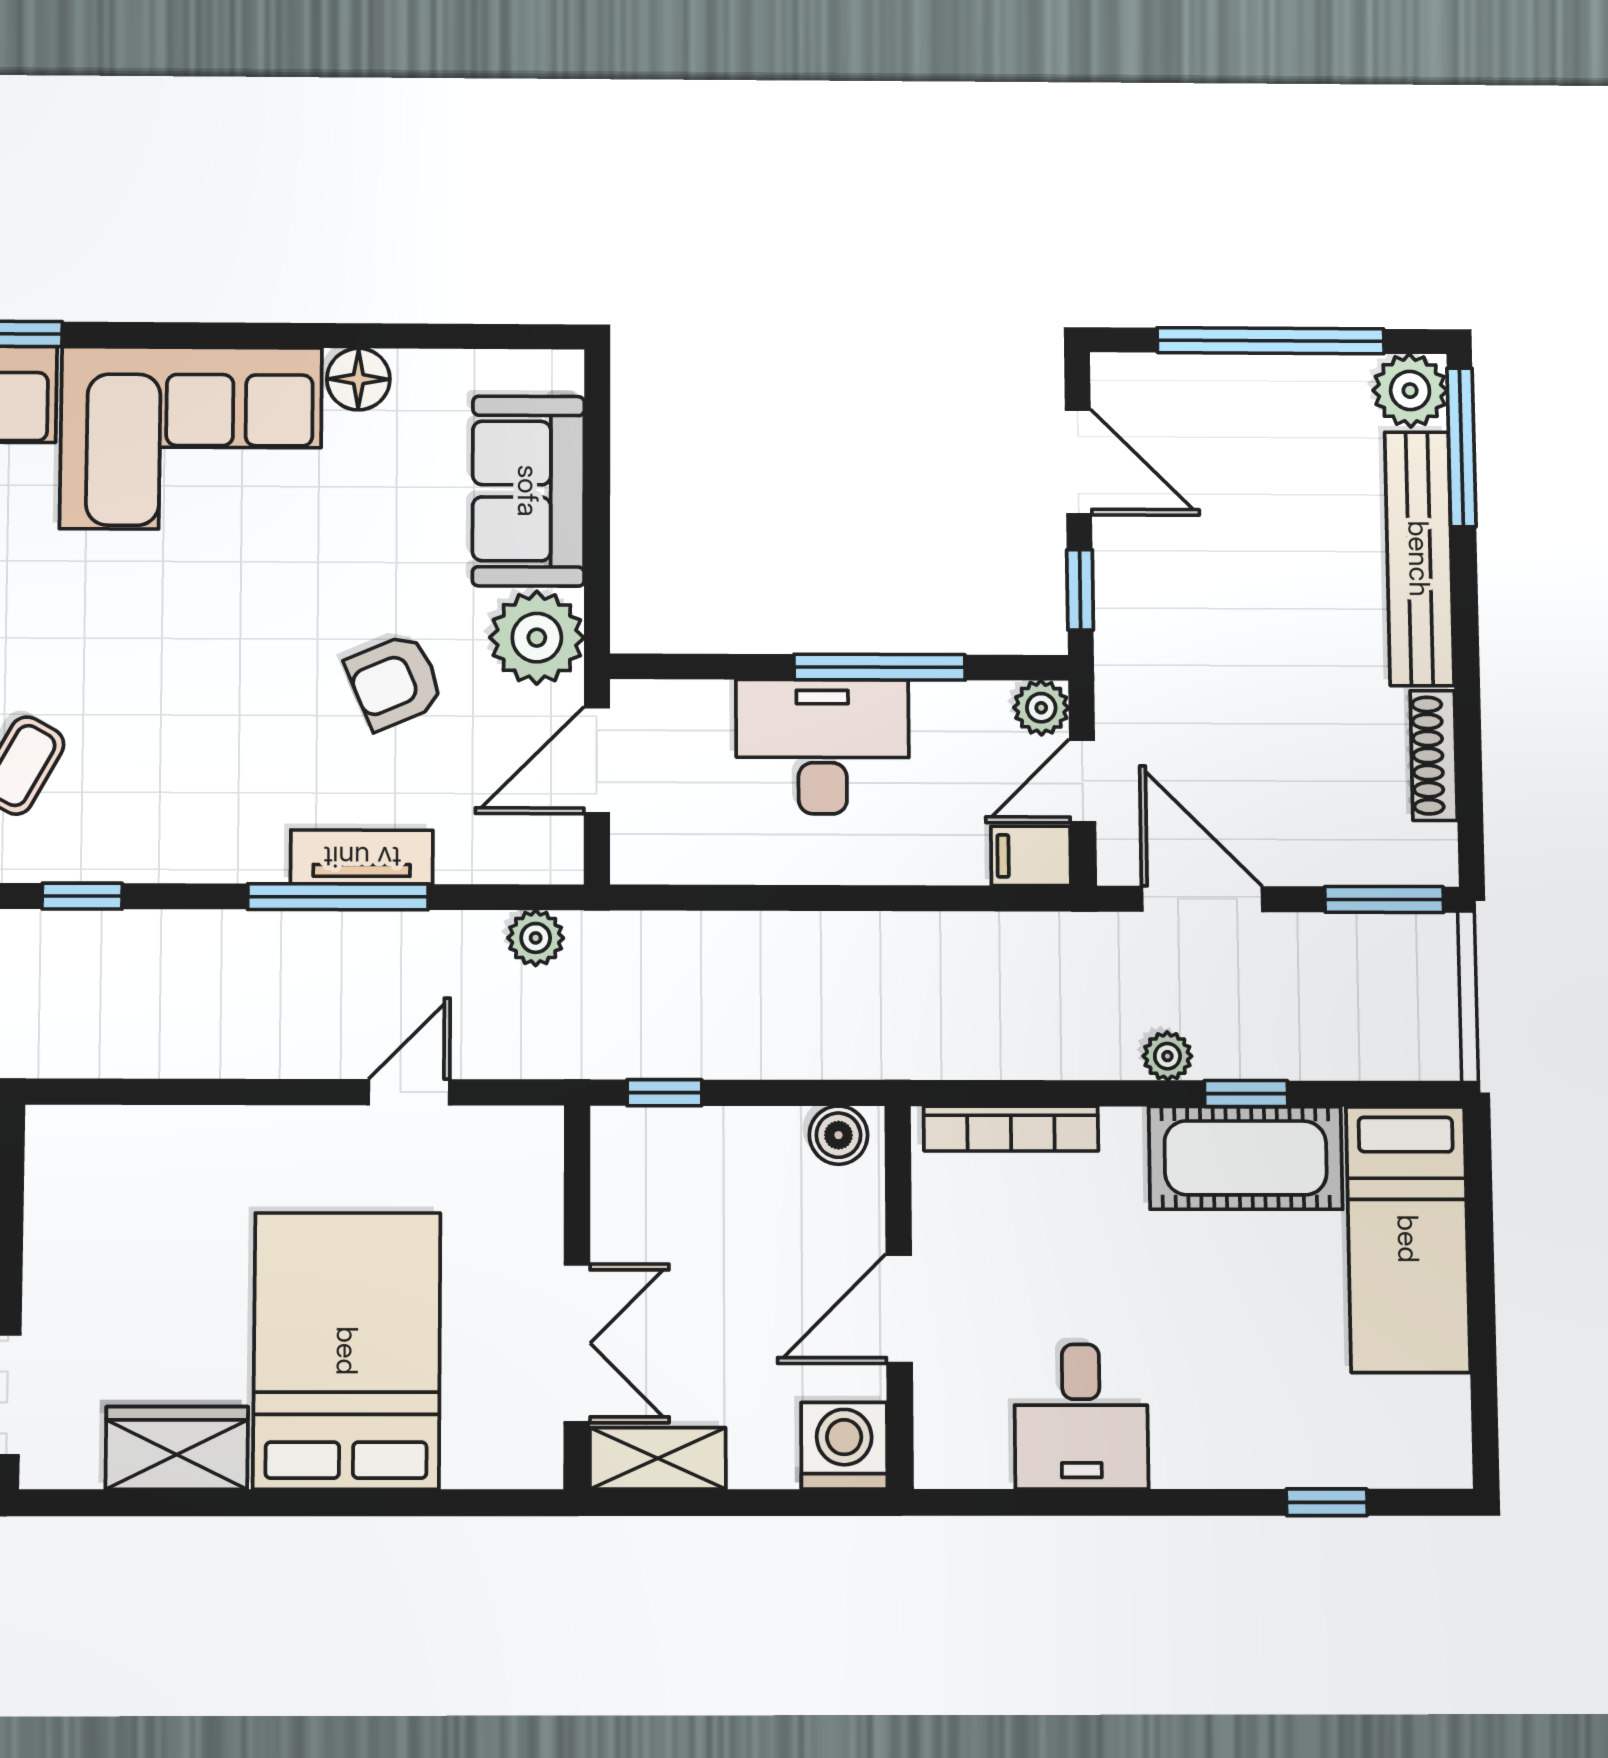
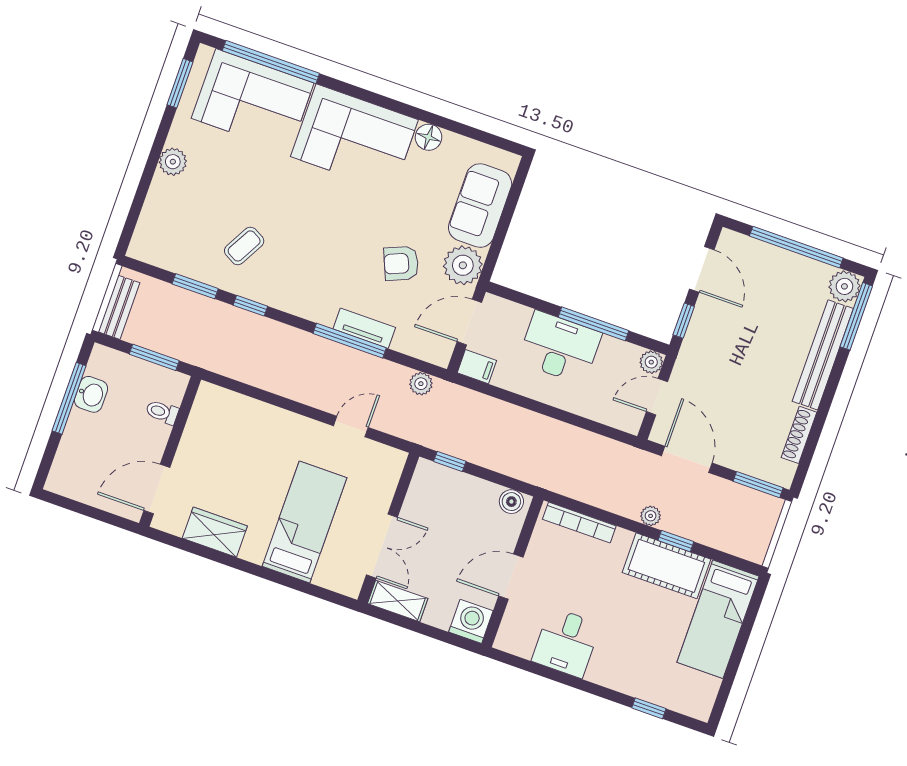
filing cabinet: (1031, 856) -> (477, 367), moved, turned 180
bed: (347, 1351) -> (304, 522), width x0.67

